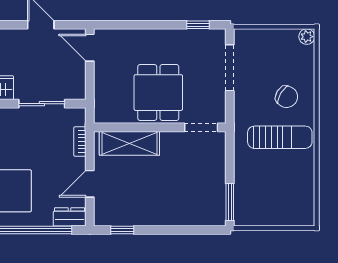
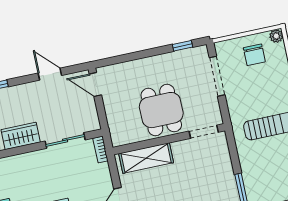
chair: (287, 97) -> (254, 55), moved, turned 59
bookcase: (80, 141) -> (101, 149), moved

